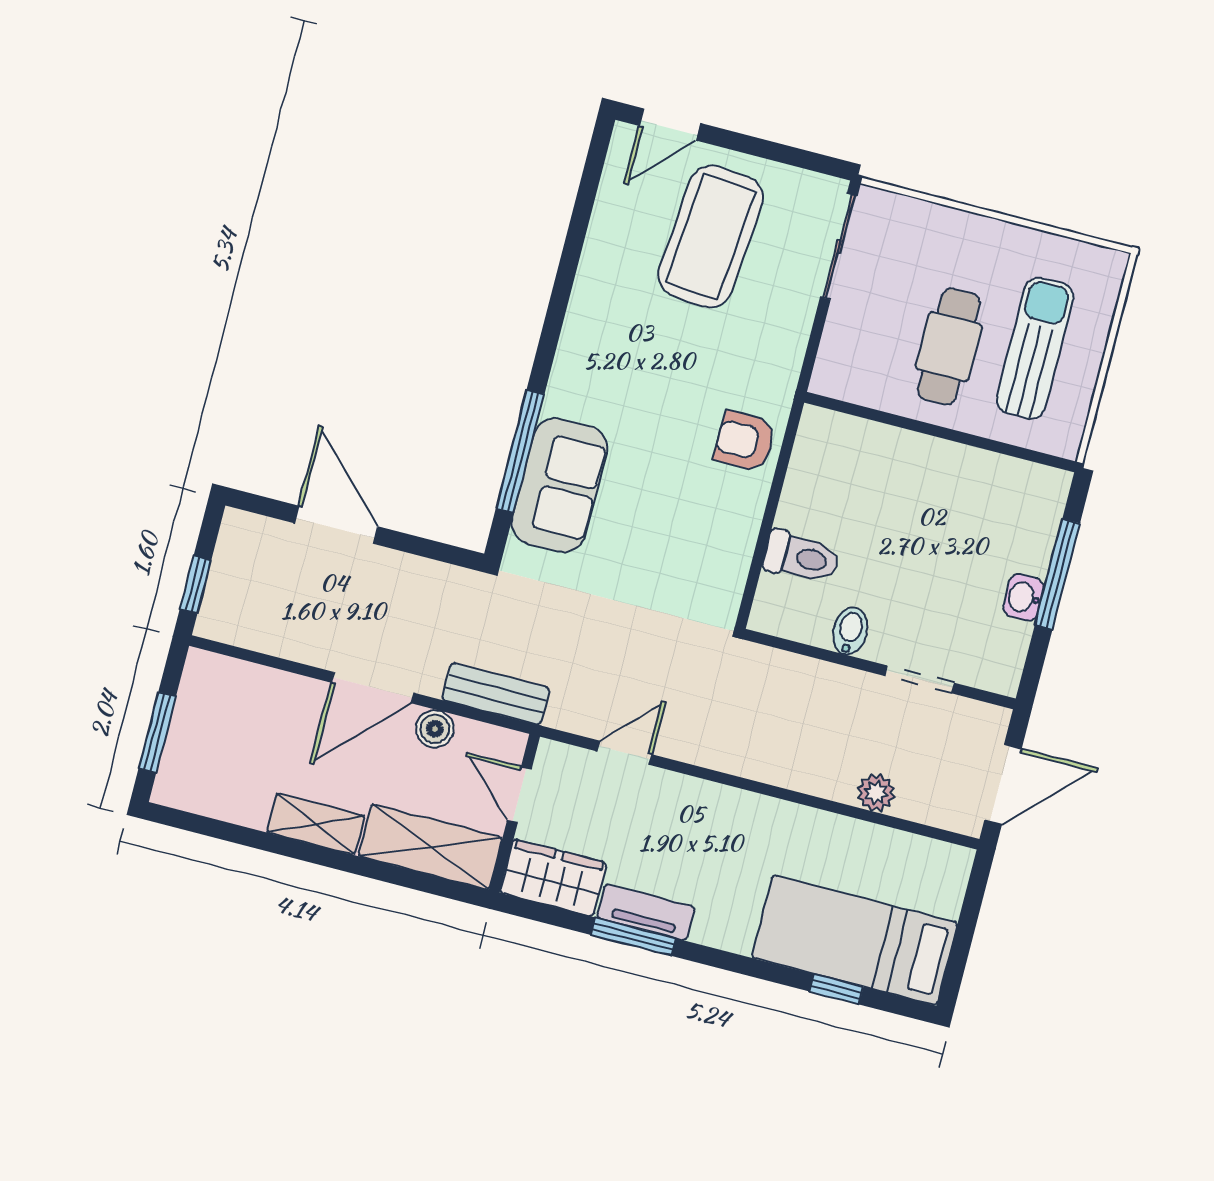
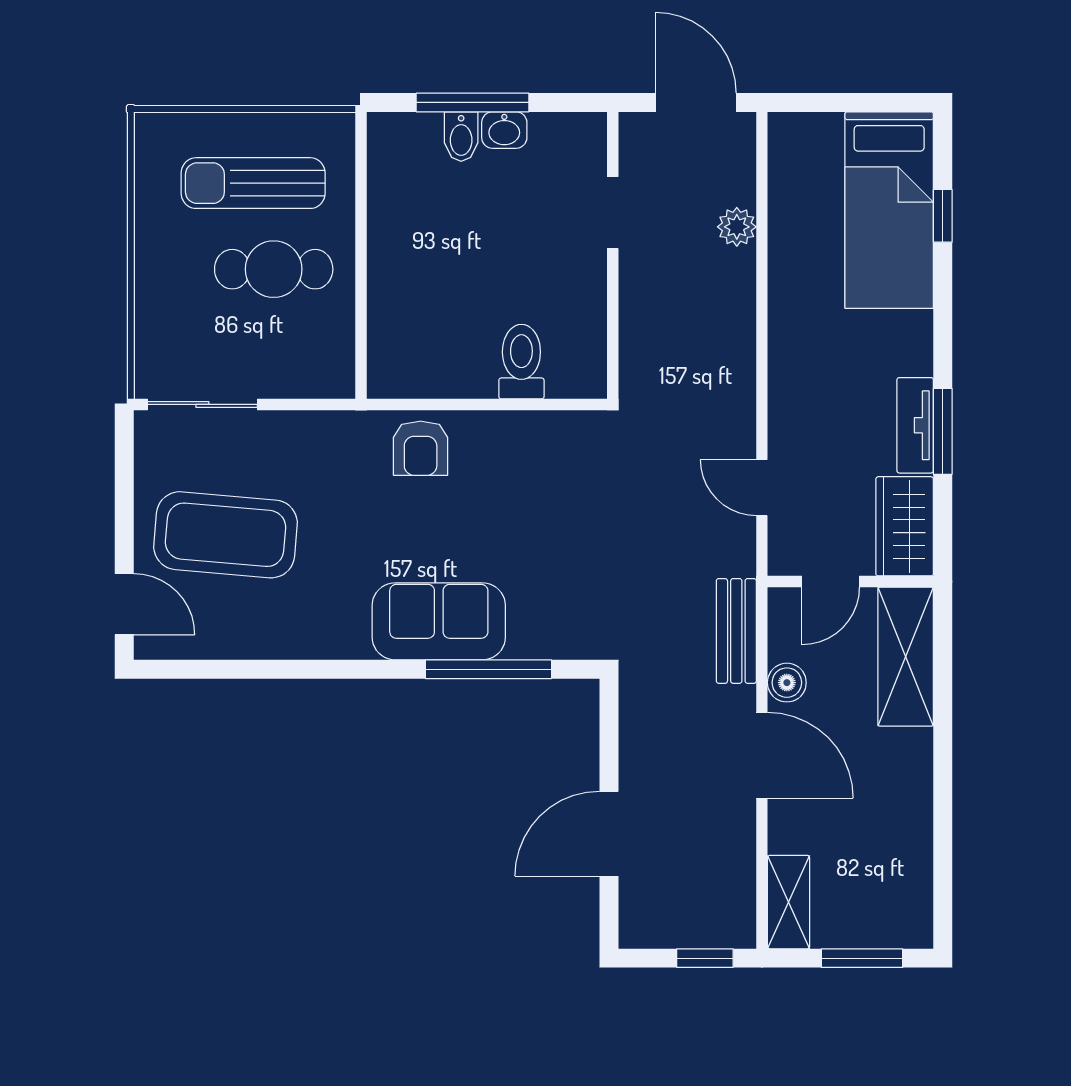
sofa: (559, 485) -> (439, 621), moved
bidet: (850, 631) -> (461, 137), moved, turned -90
shelving: (316, 824) -> (789, 902), moved

